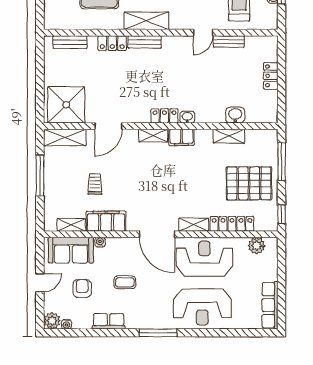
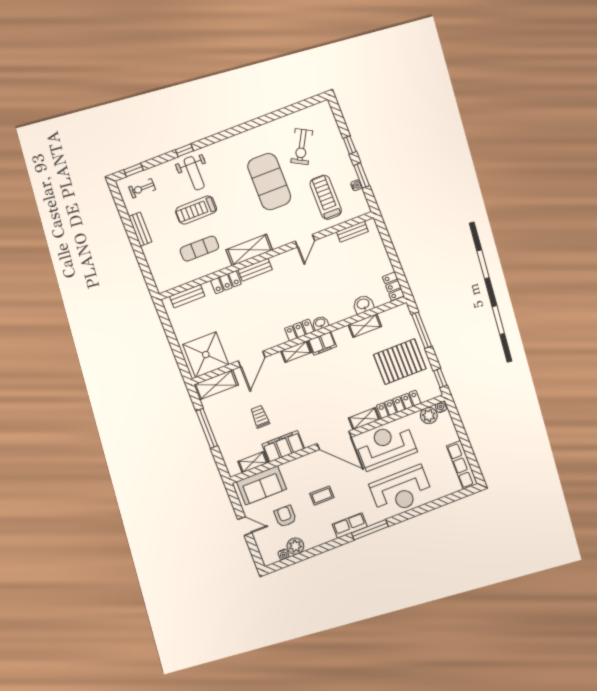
bench: (229, 42) -> (352, 232), moved
locker: (271, 76) -> (393, 286), moved
water cooler: (100, 242) -> (441, 407), moved
door: (40, 283) -> (245, 526), hinge flipped
plant: (52, 321) -> (295, 546), moved
row of seats: (109, 321) -> (350, 525), moved

